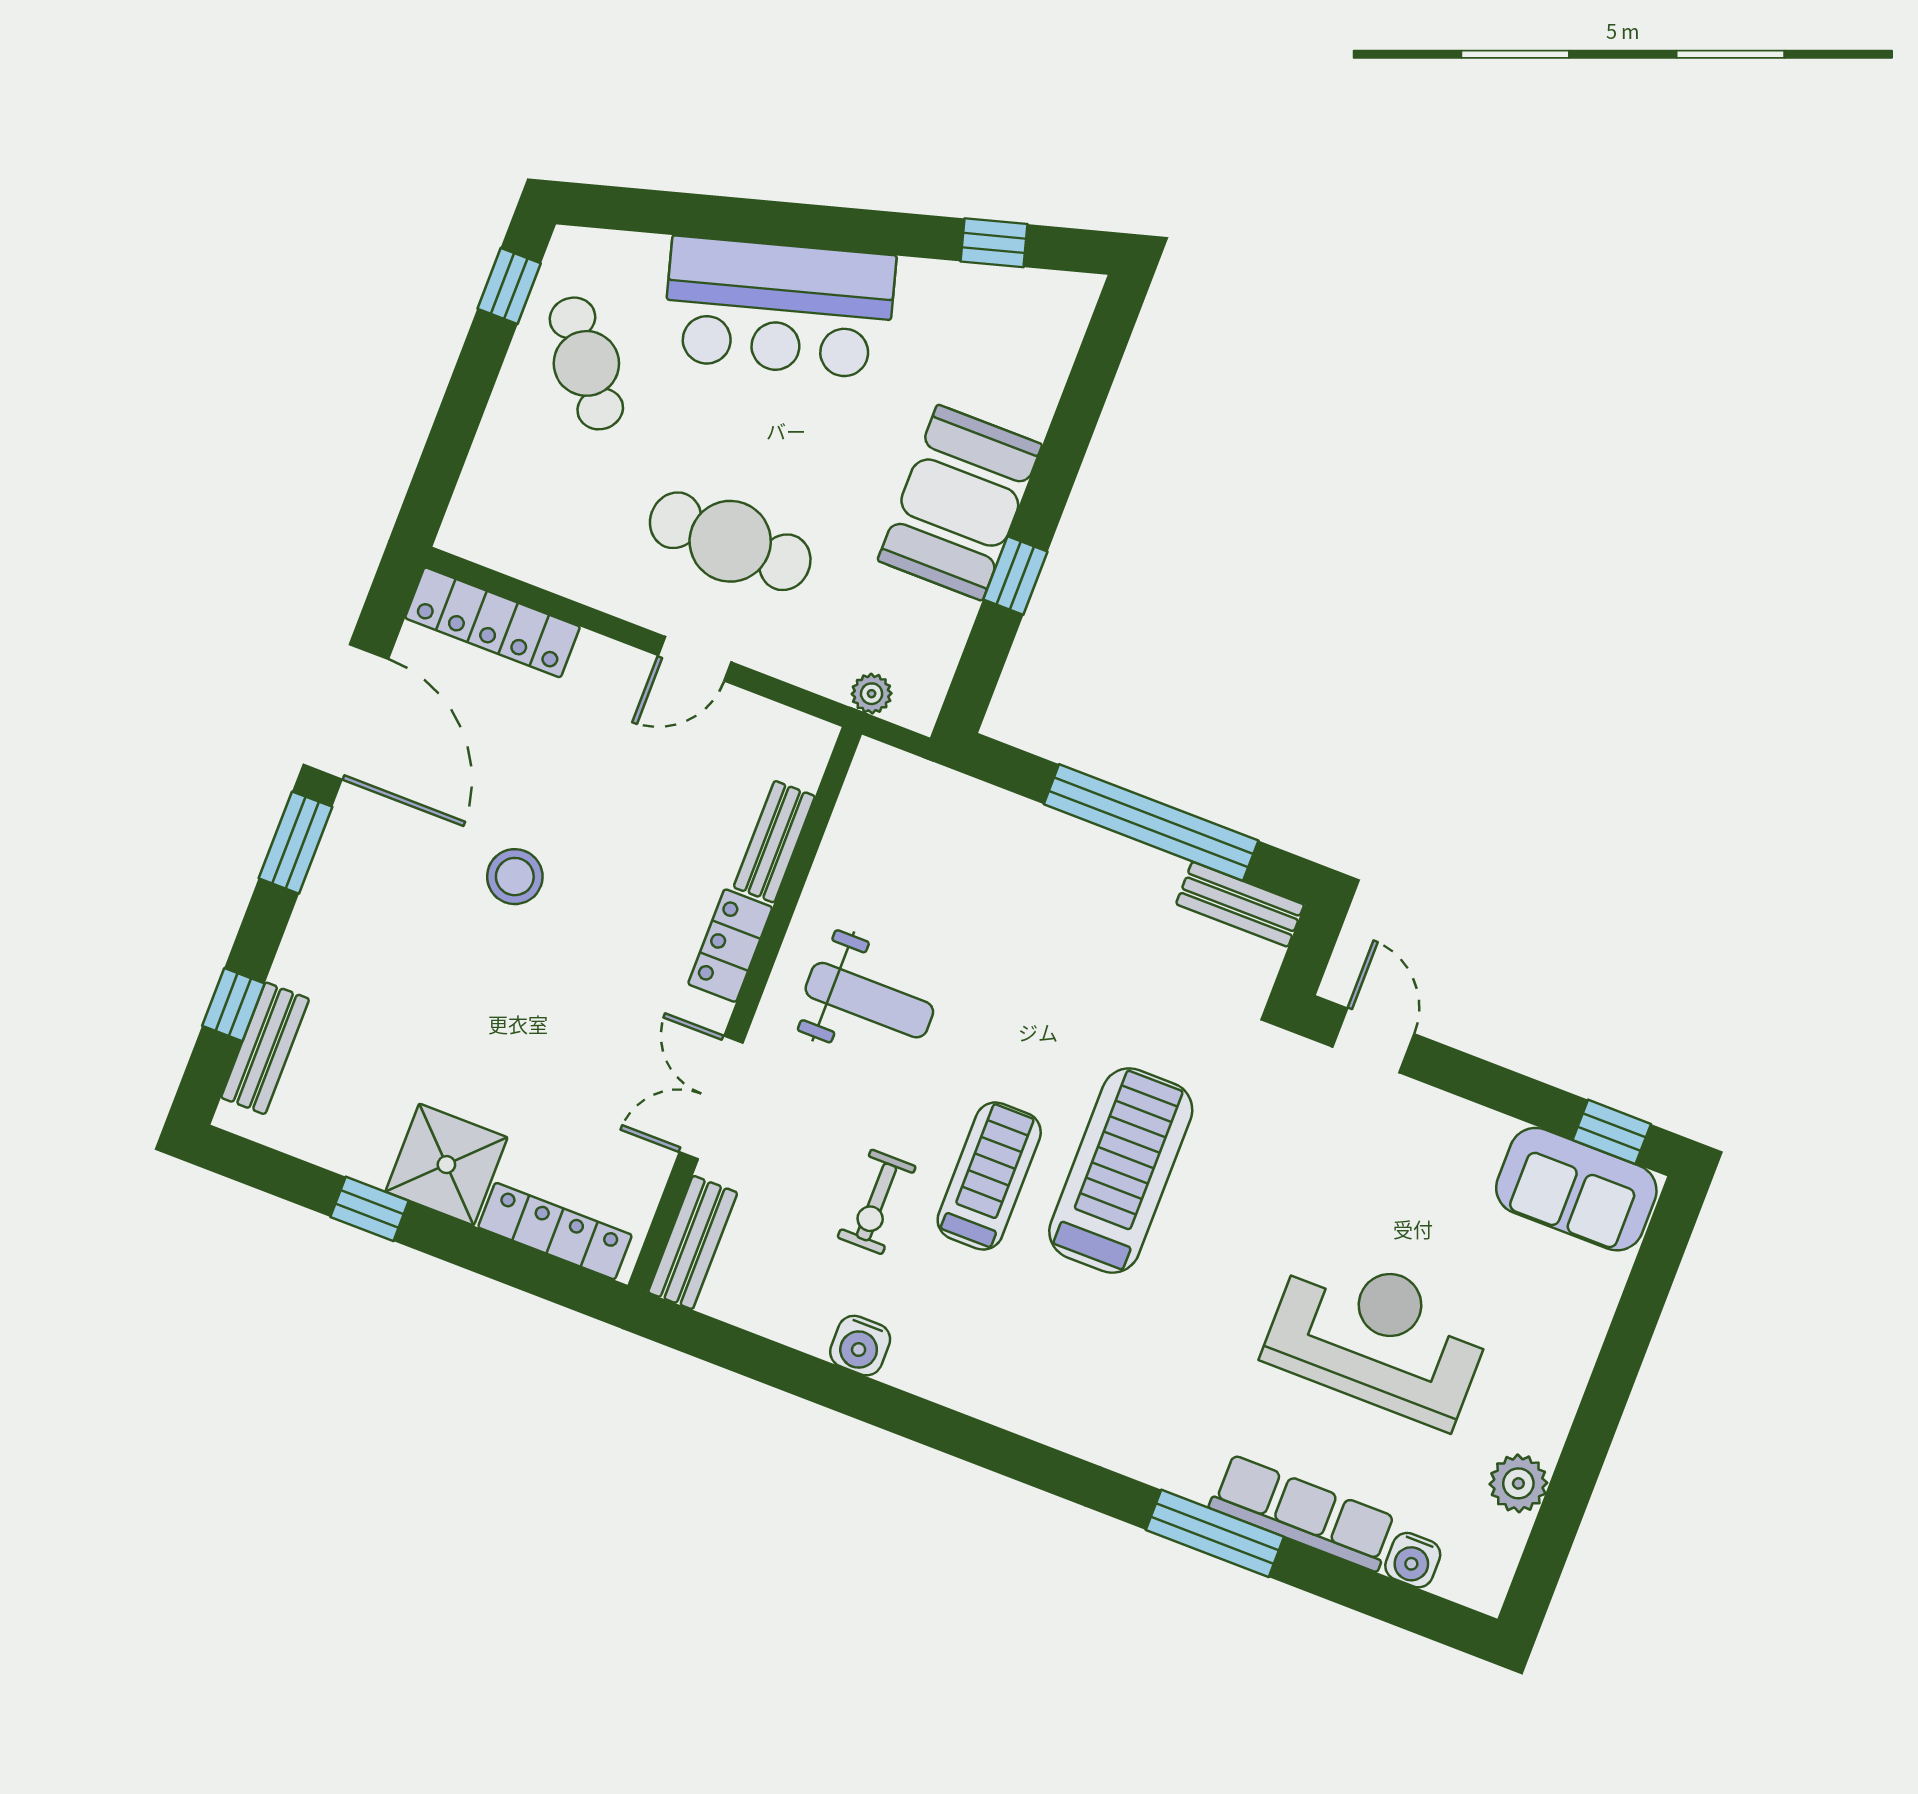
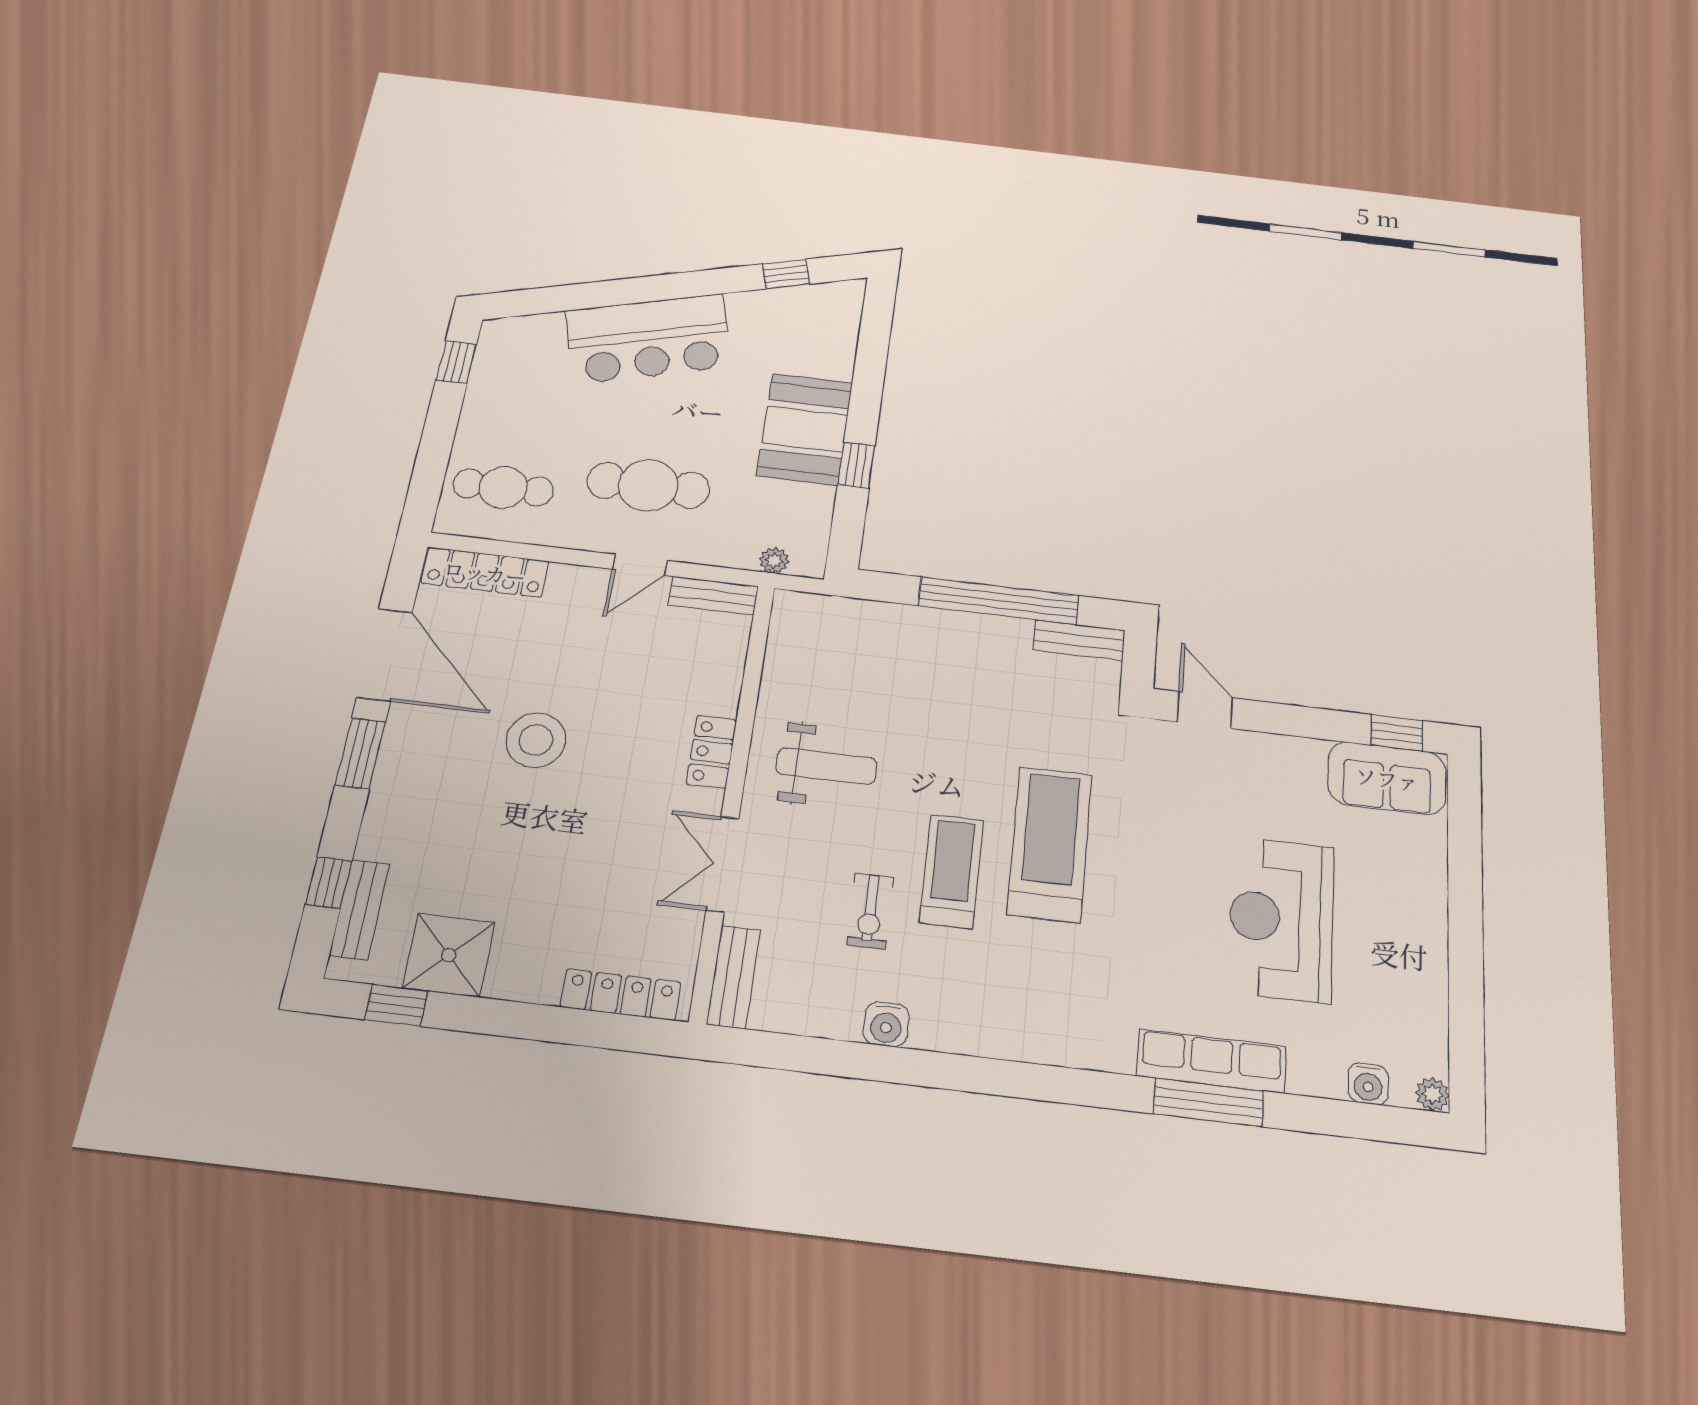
cafe table: (586, 363) -> (503, 487), moved, turned -52
bench: (774, 842) -> (713, 596), moved, turned 90
stool: (515, 877) -> (536, 740), width x1.38, depth x1.38
shower: (446, 1165) -> (449, 955), moved
window: (370, 1209) -> (396, 1005), moved
reception desk: (1378, 1337) -> (1281, 919), turned -90
plant: (1518, 1483) -> (1432, 1094), moved, width x0.73, depth x0.73
row of seats: (1303, 1513) -> (1212, 1061), moved

